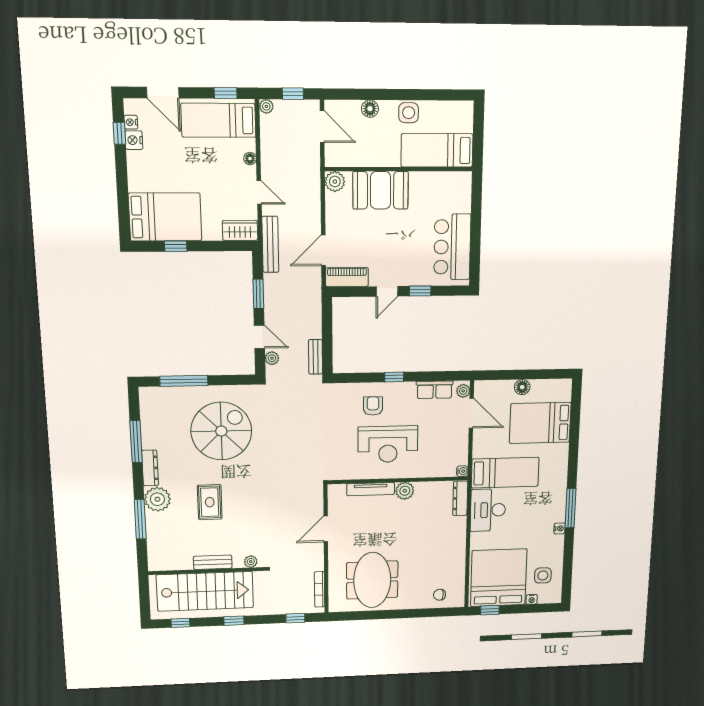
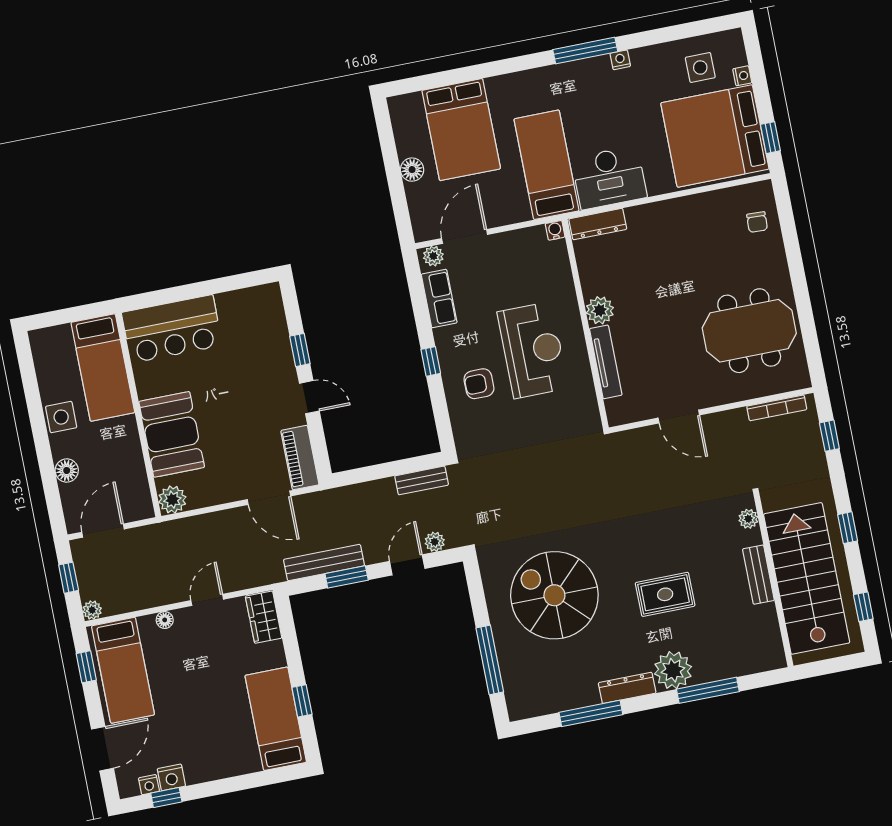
bed: (165, 217) -> (276, 719), width x0.67
bench: (270, 244) -> (324, 563), moved
bar counter: (452, 247) -> (172, 329), moved

